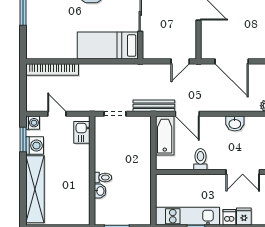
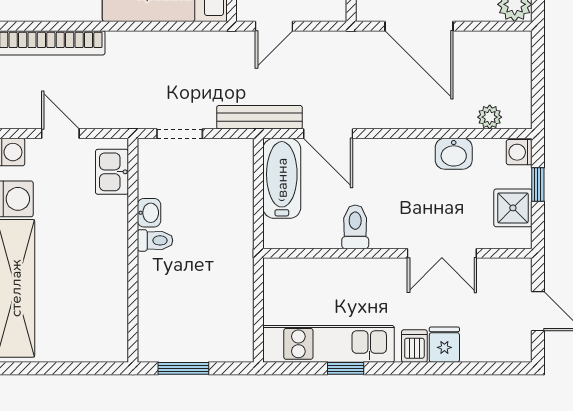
door: (180, 61) -> (274, 26), moved
washbasin: (235, 124) -> (454, 154), moved
toilet: (103, 177) -> (155, 240), moved
washbasin: (100, 191) -> (149, 213), moved

